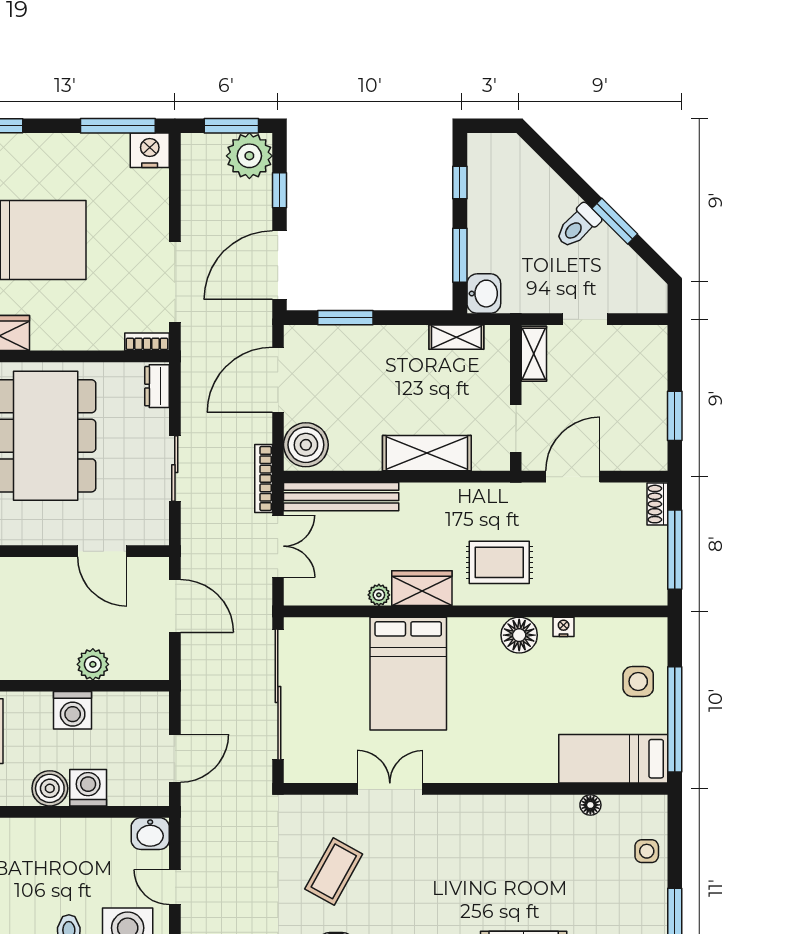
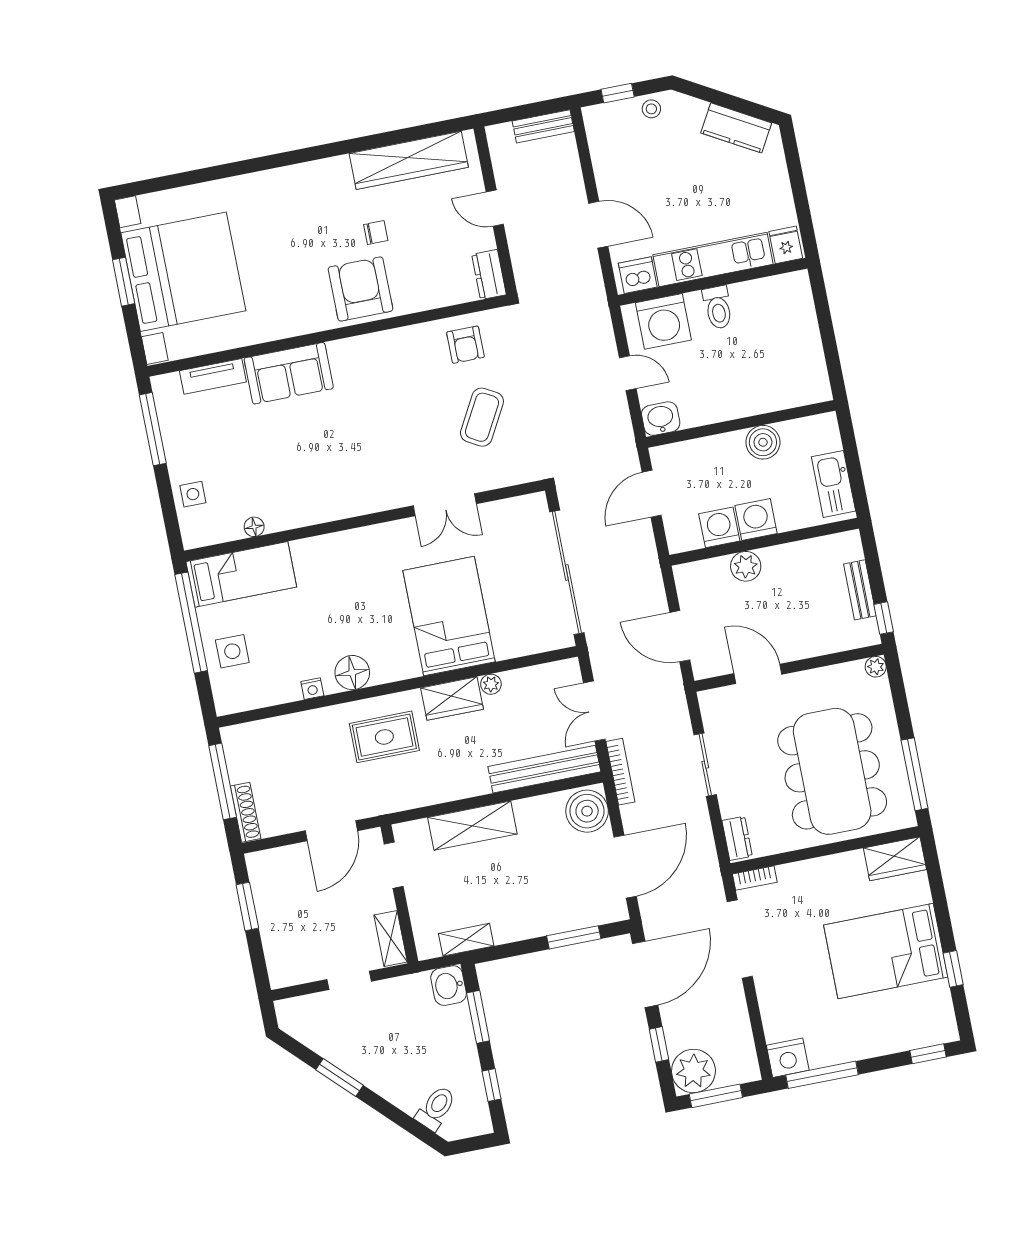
toilet: (578, 226) -> (436, 1108), moved
shoe rack: (657, 504) -> (246, 812), width x1.43
washing machine: (88, 788) -> (719, 527), moved, turned 180

